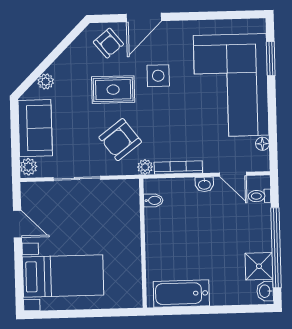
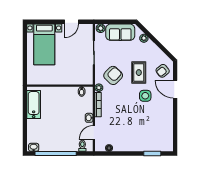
corner sofa: (231, 85) -> (139, 133), removed
armchair: (120, 140) -> (113, 75), turned 81
shower: (259, 266) -> (46, 145), removed

